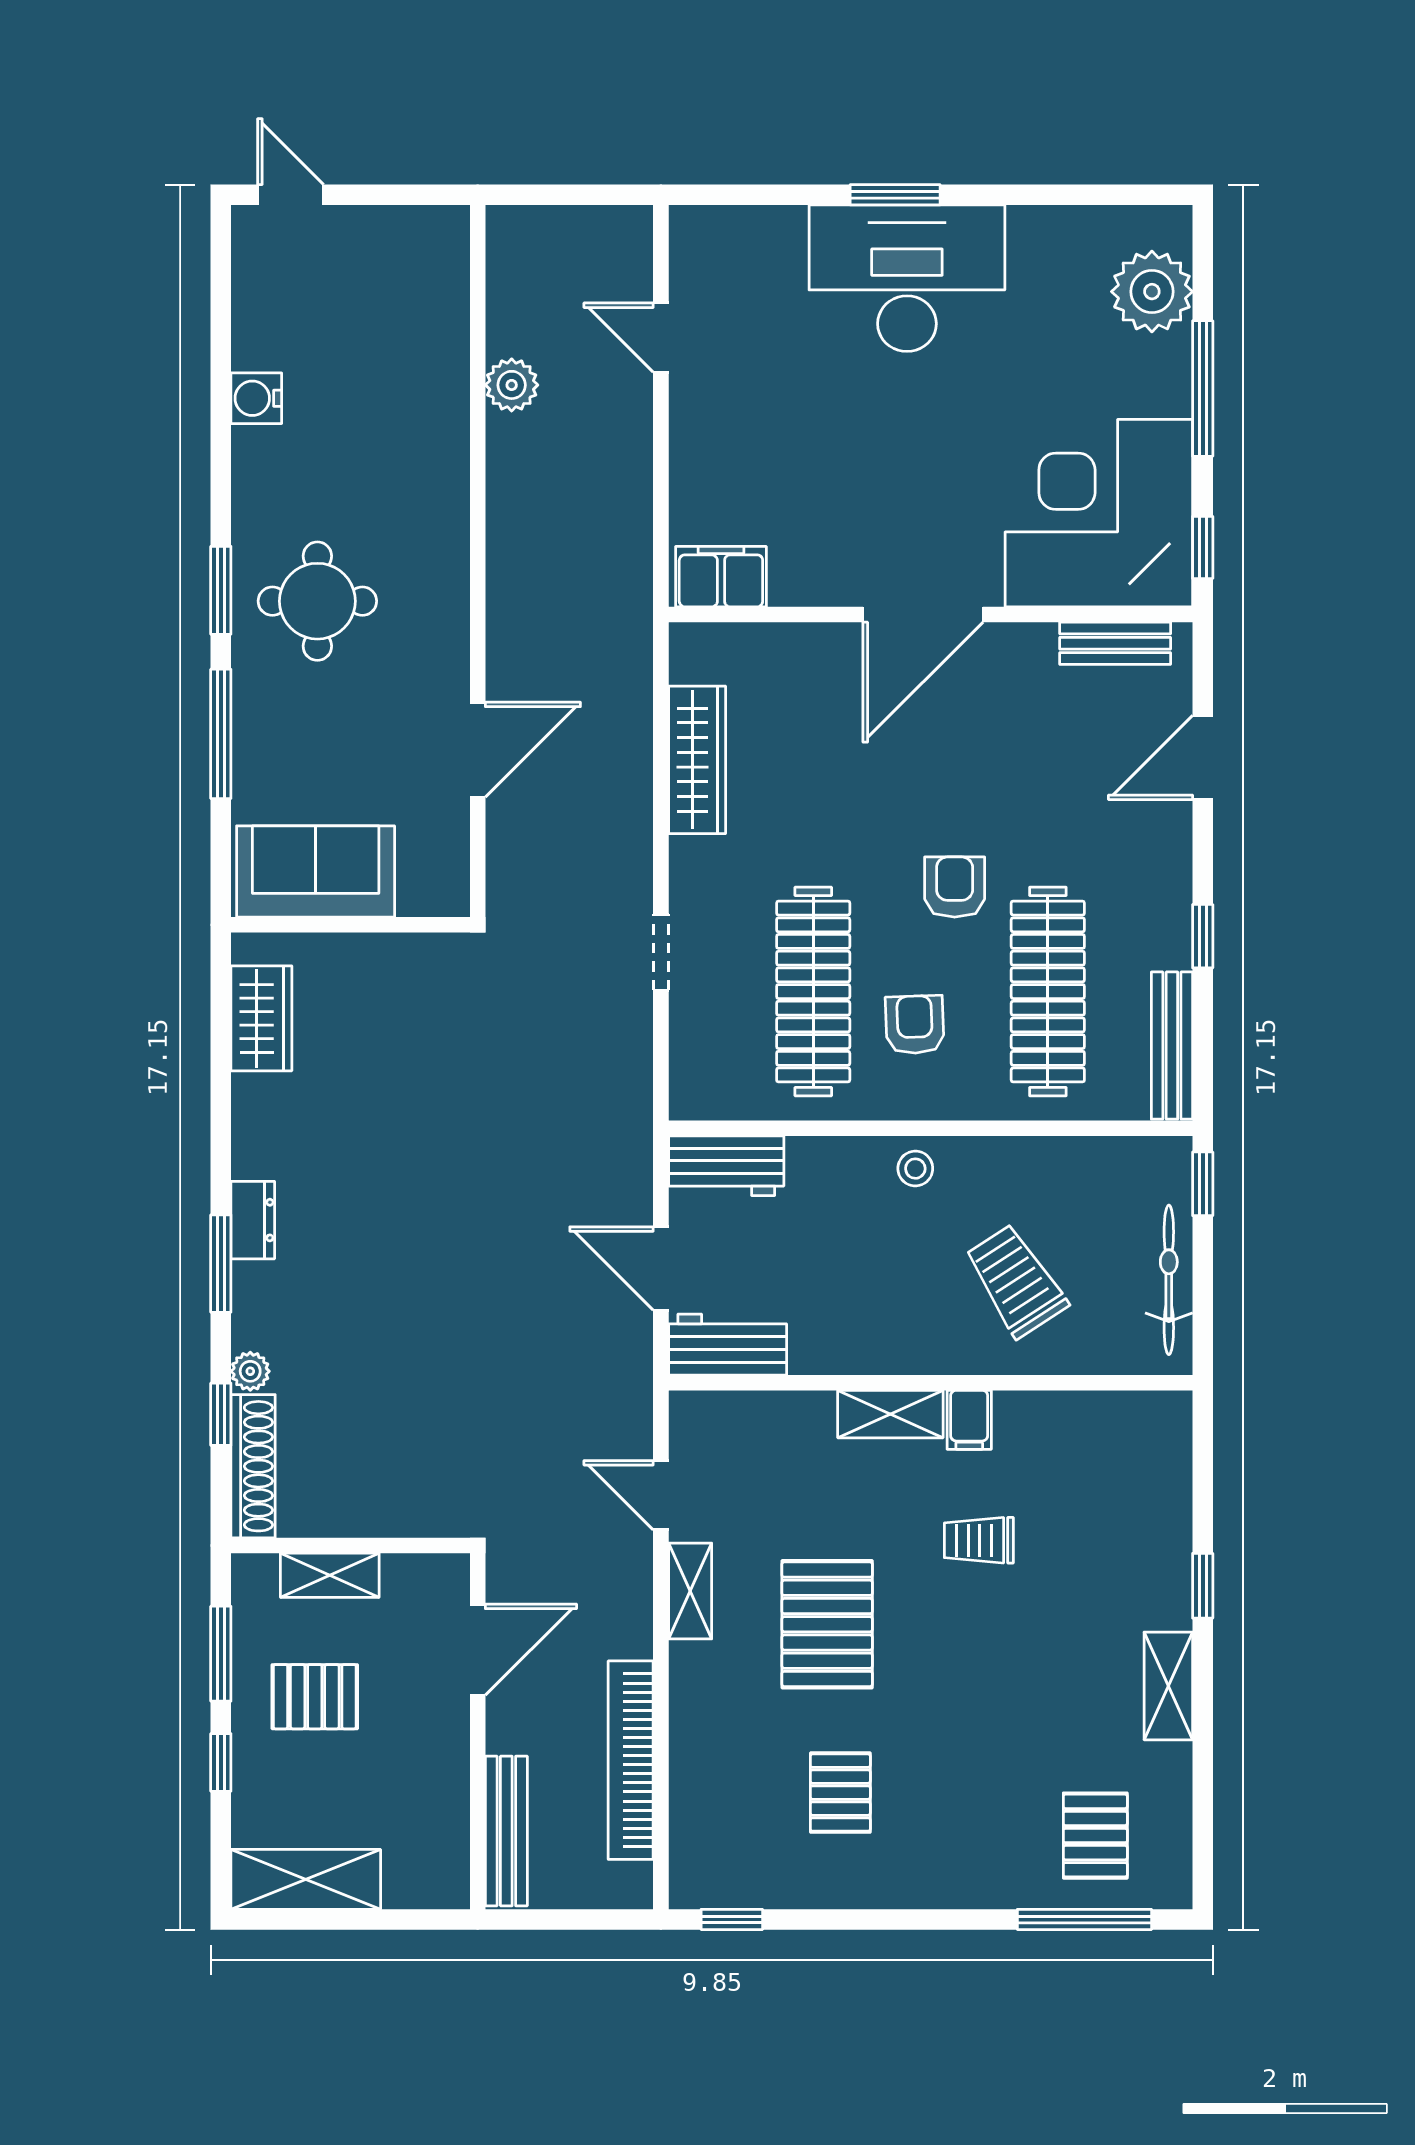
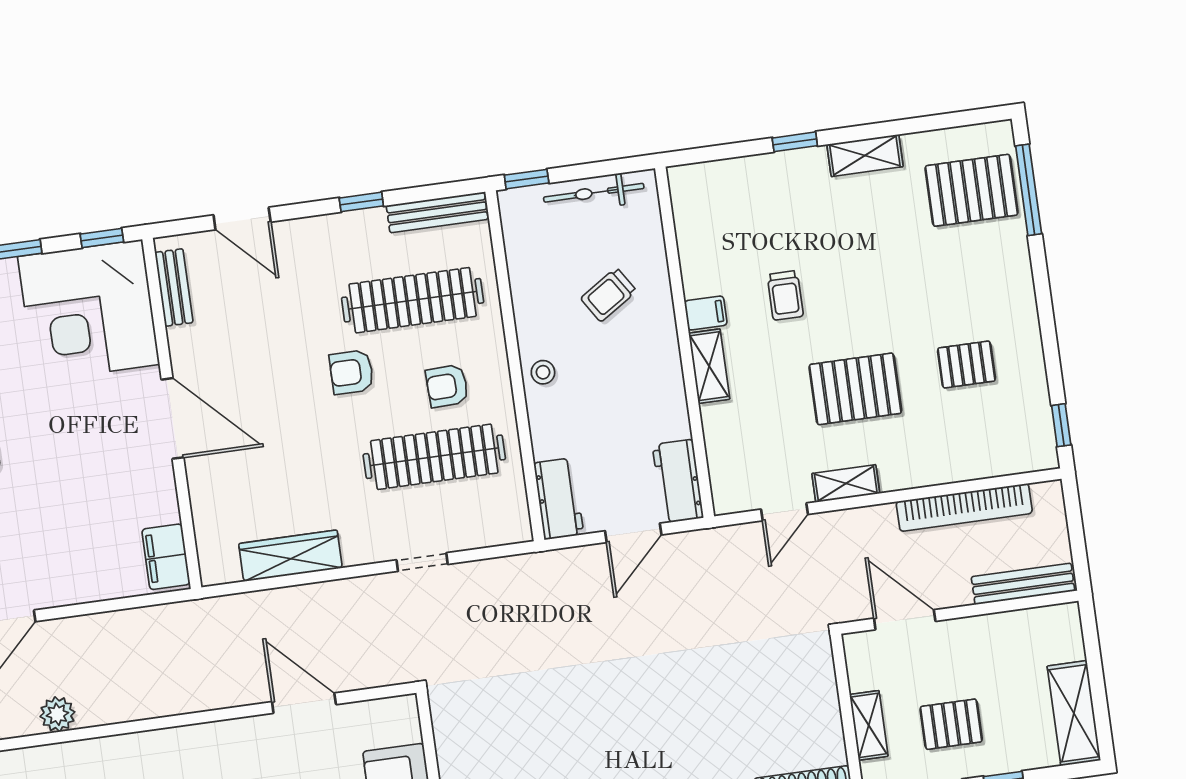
trolley: (1016, 1281) -> (609, 295), width x0.73, depth x0.72
pallet: (315, 1697) -> (951, 724), turned 90
pallet: (1095, 1836) -> (972, 190), width x1.50, depth x1.42

